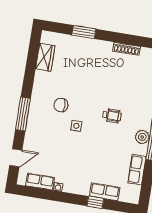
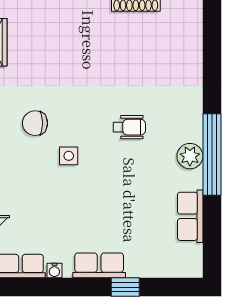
row of seats: (105, 192) -> (99, 265), moved

